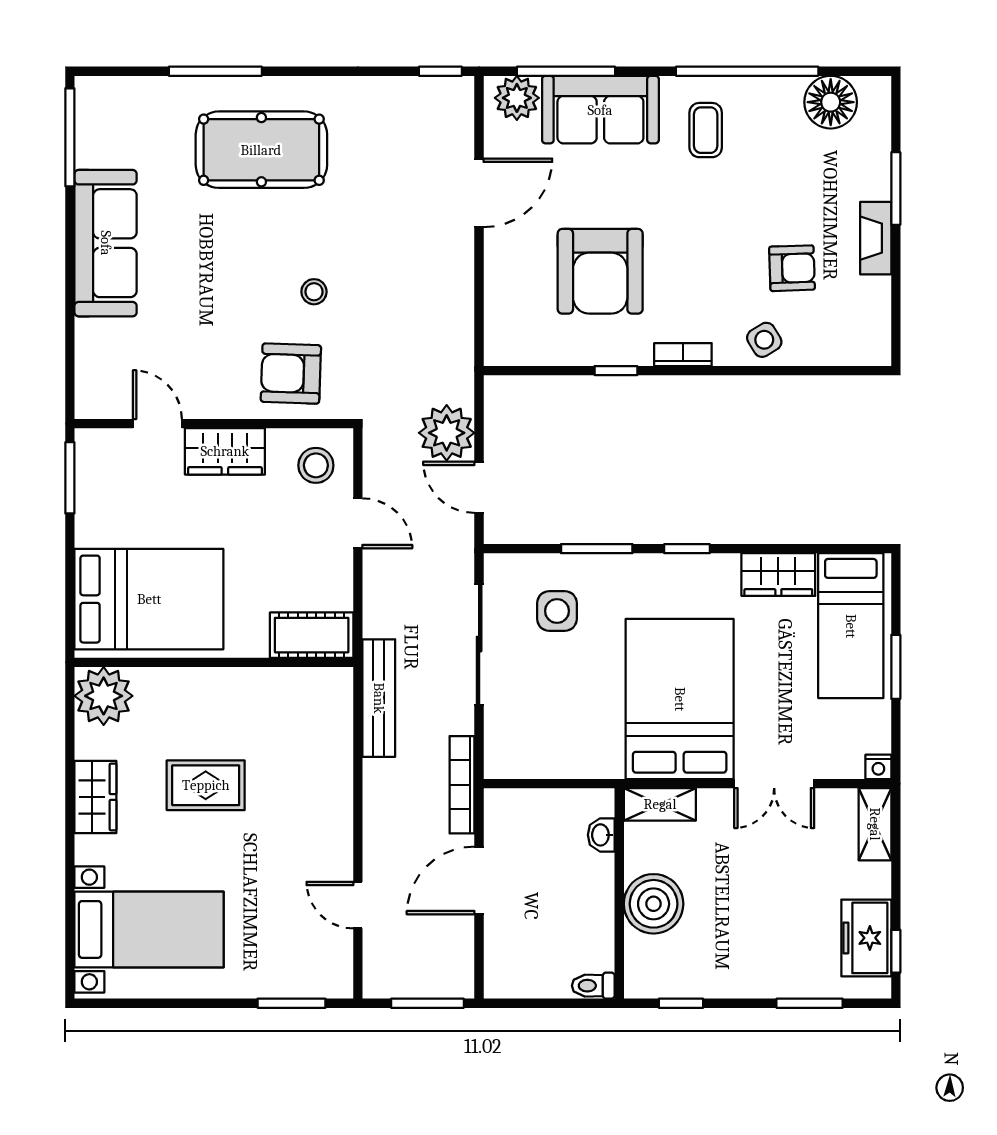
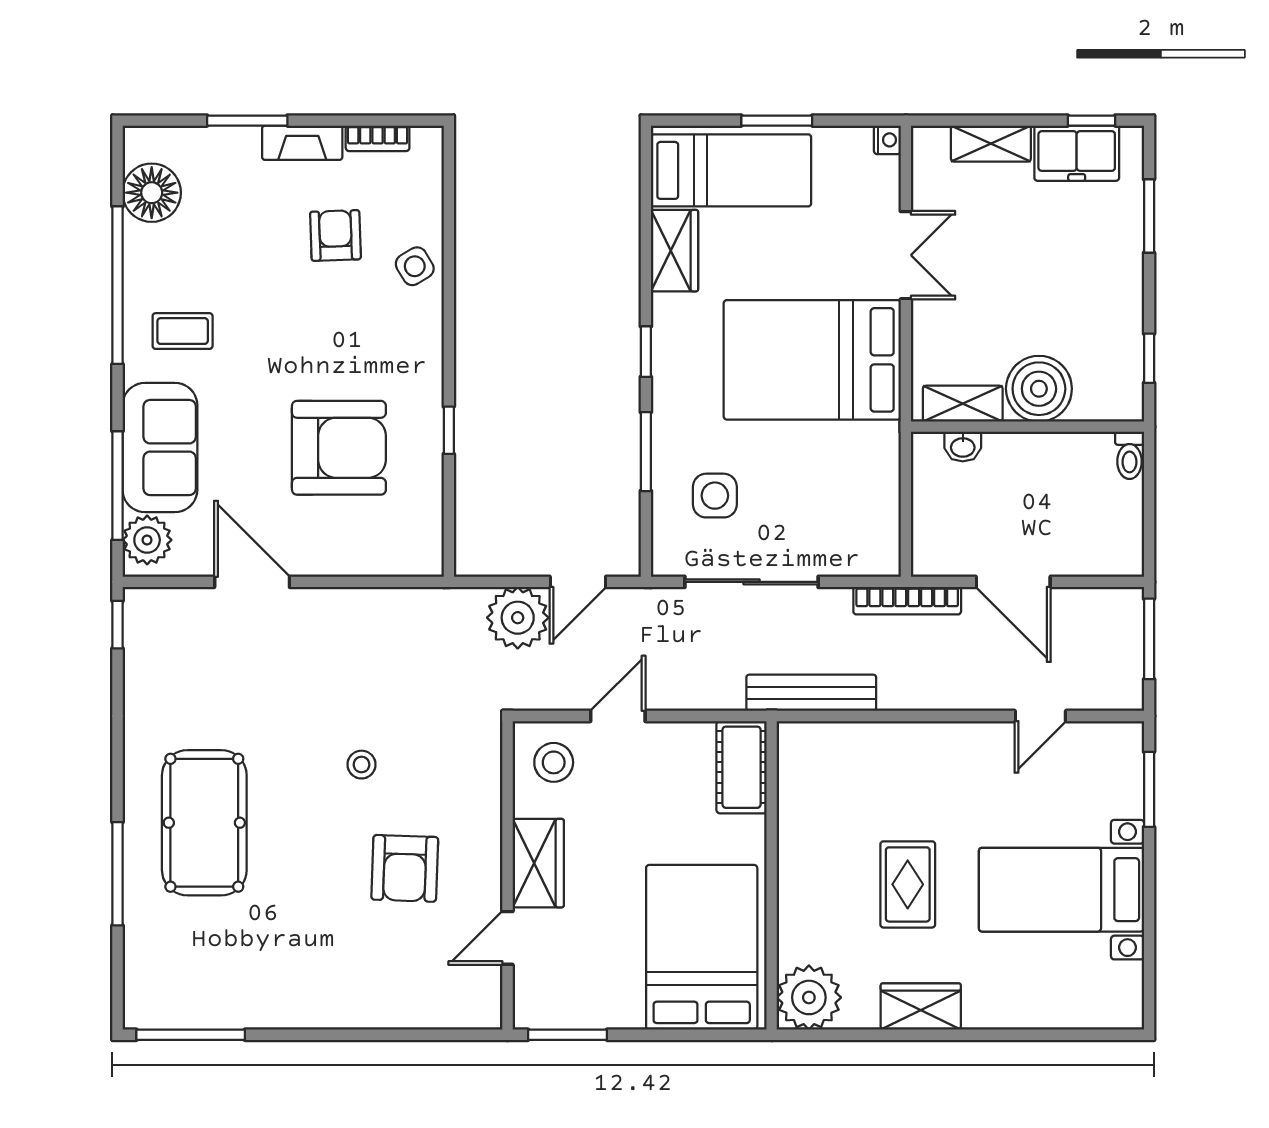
sofa: (106, 243) -> (308, 995), removed
bookcase: (683, 355) -> (378, 138), moved, turned -90
armchair: (291, 373) -> (405, 868), moved
shelving: (660, 804) -> (963, 404), moved, turned 90
shelving: (875, 824) -> (991, 144), moved
bed with nightstands: (149, 929) -> (1061, 890), moved, turned -90

